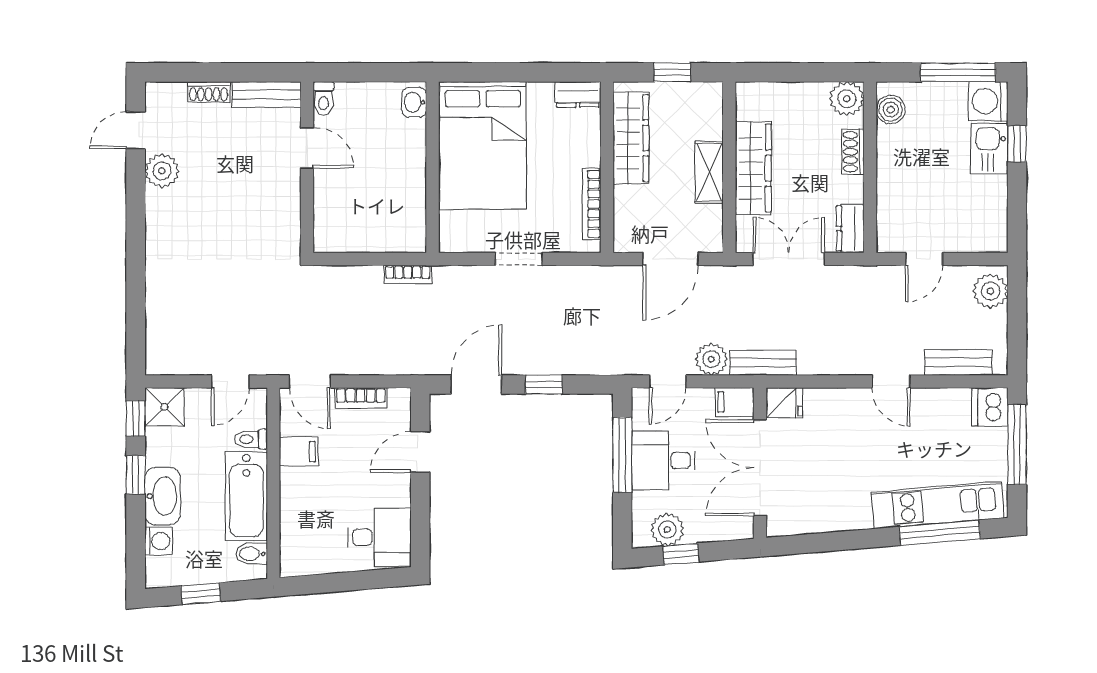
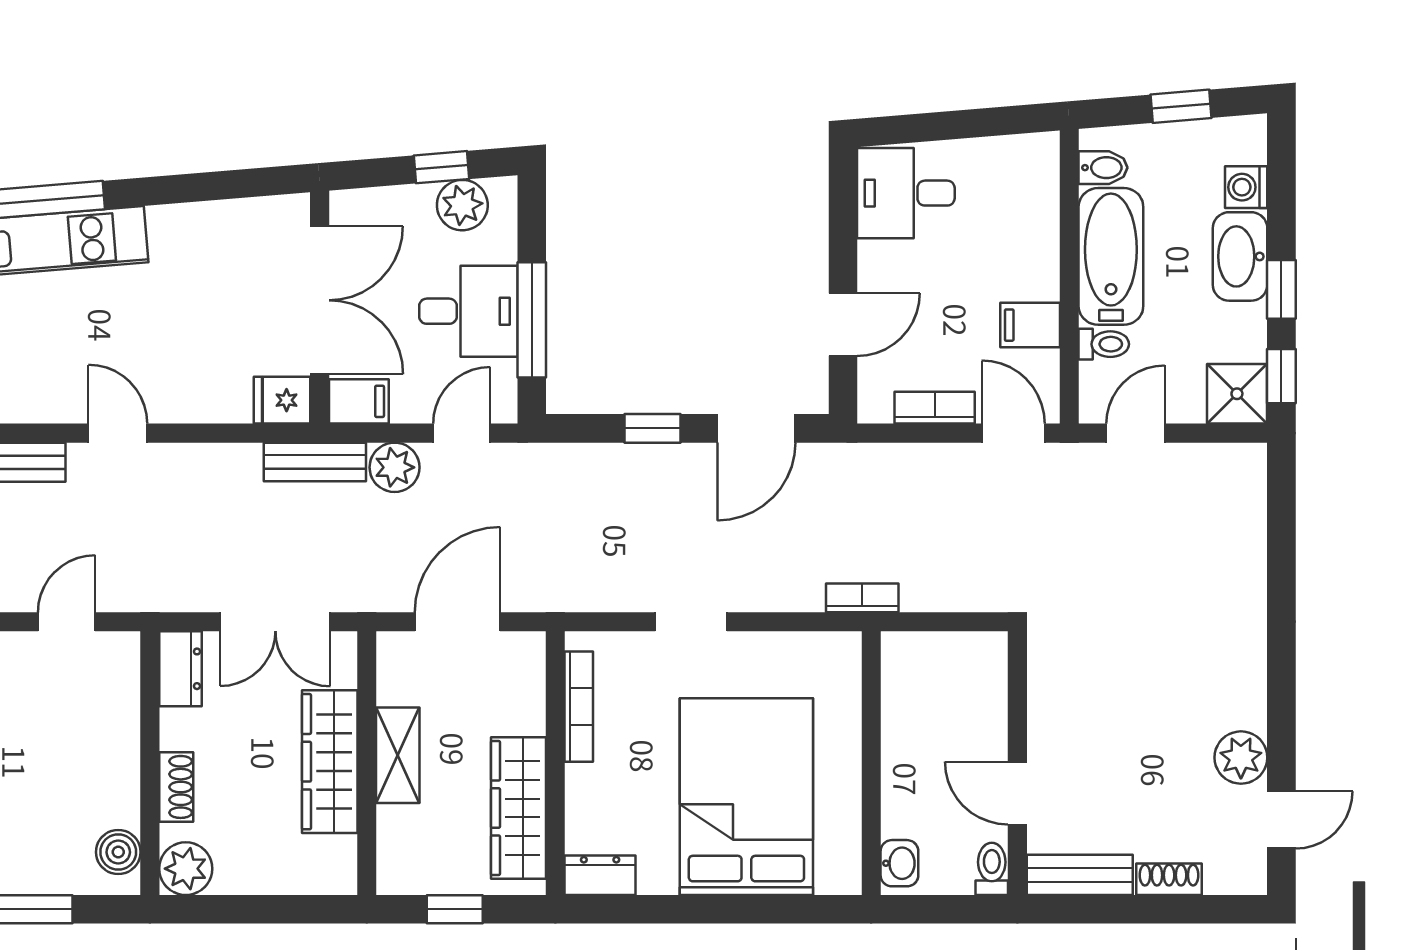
washbasin: (414, 102) -> (899, 863), moved
wall: (433, 167) -> (871, 763), moved

